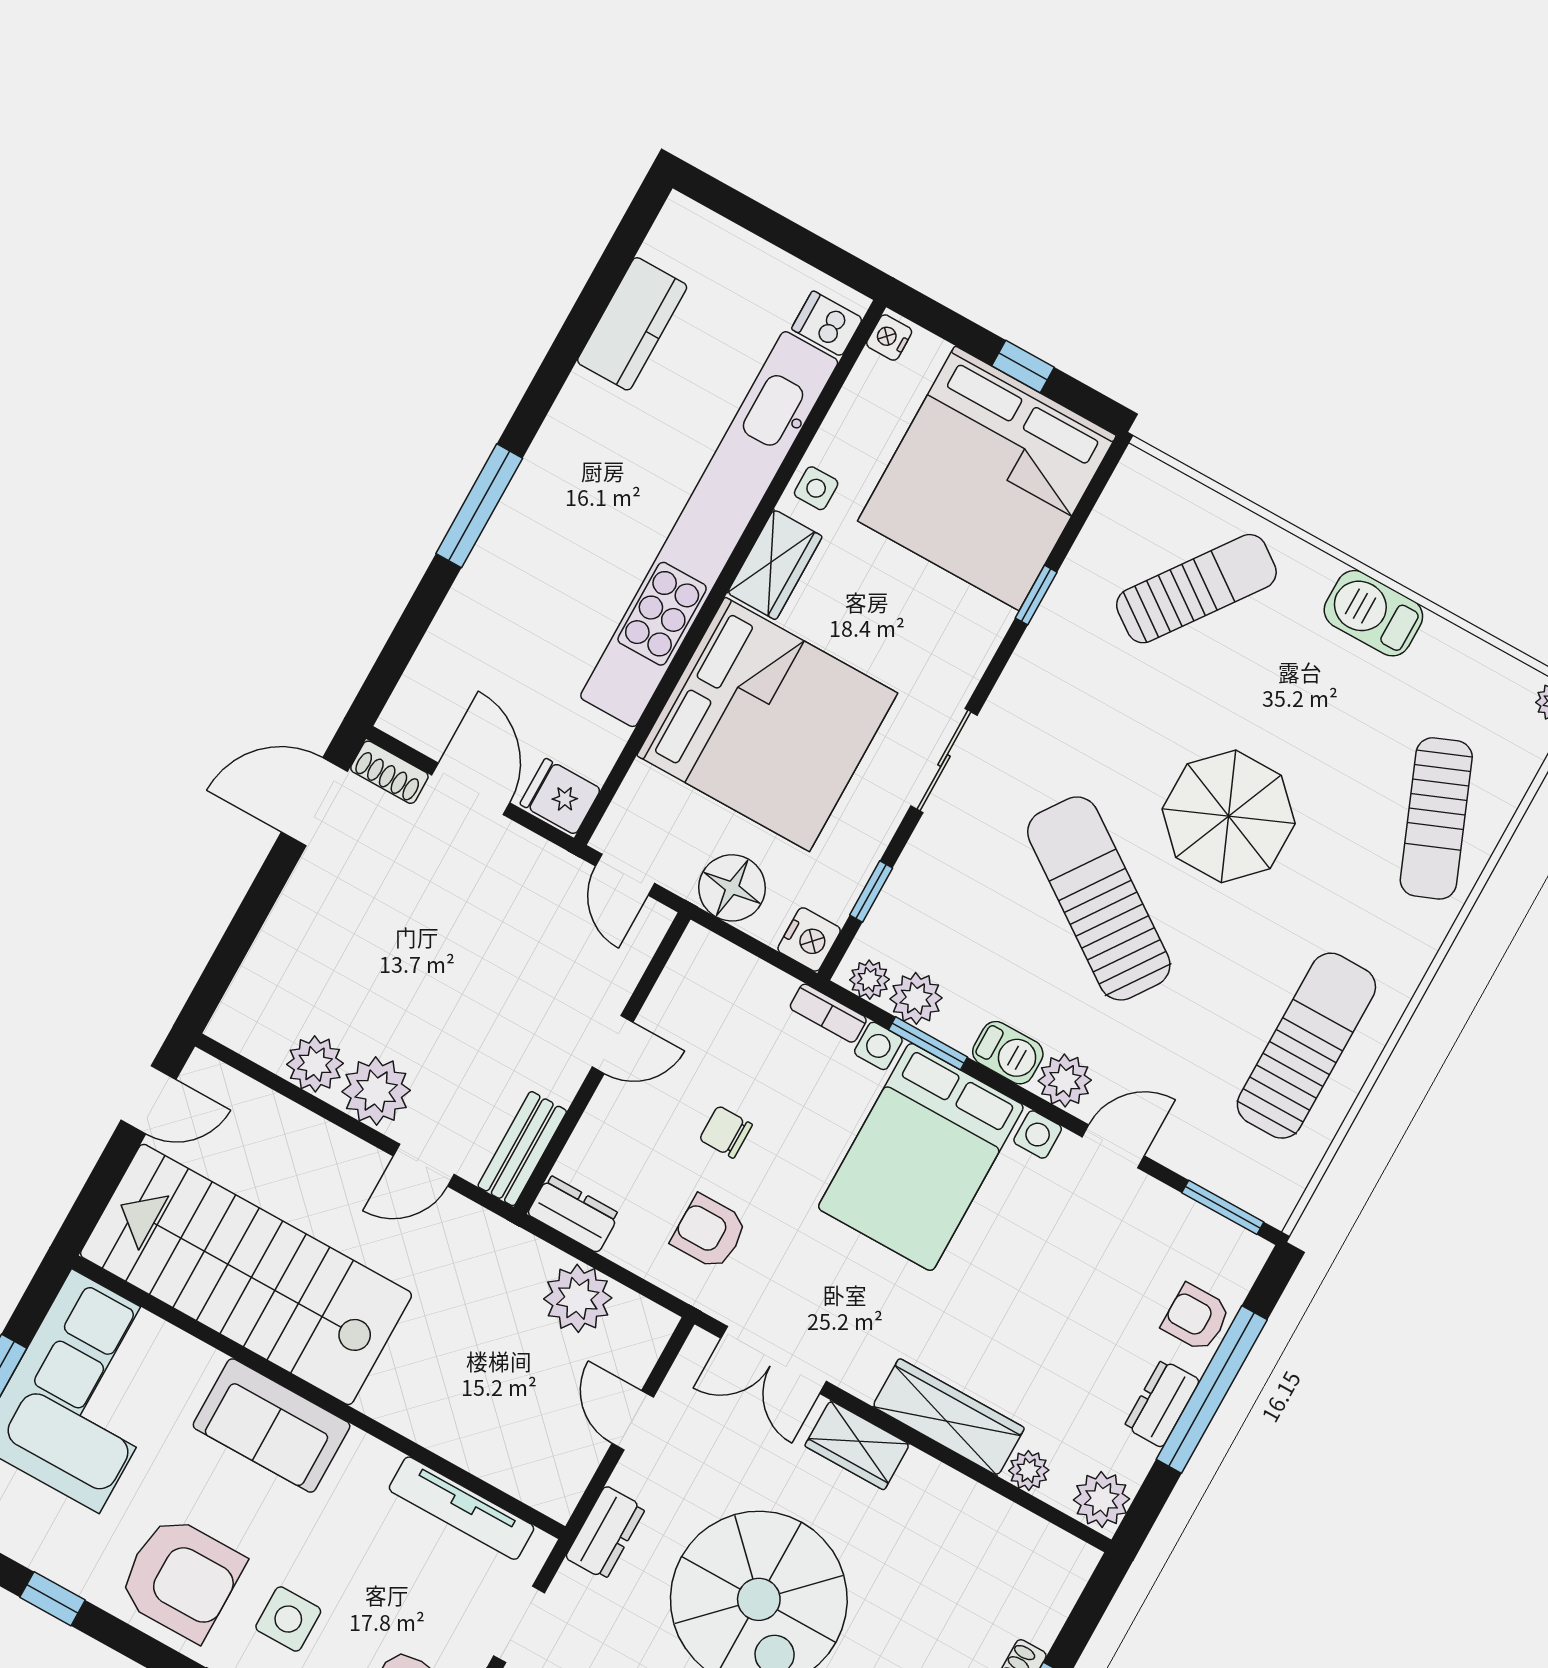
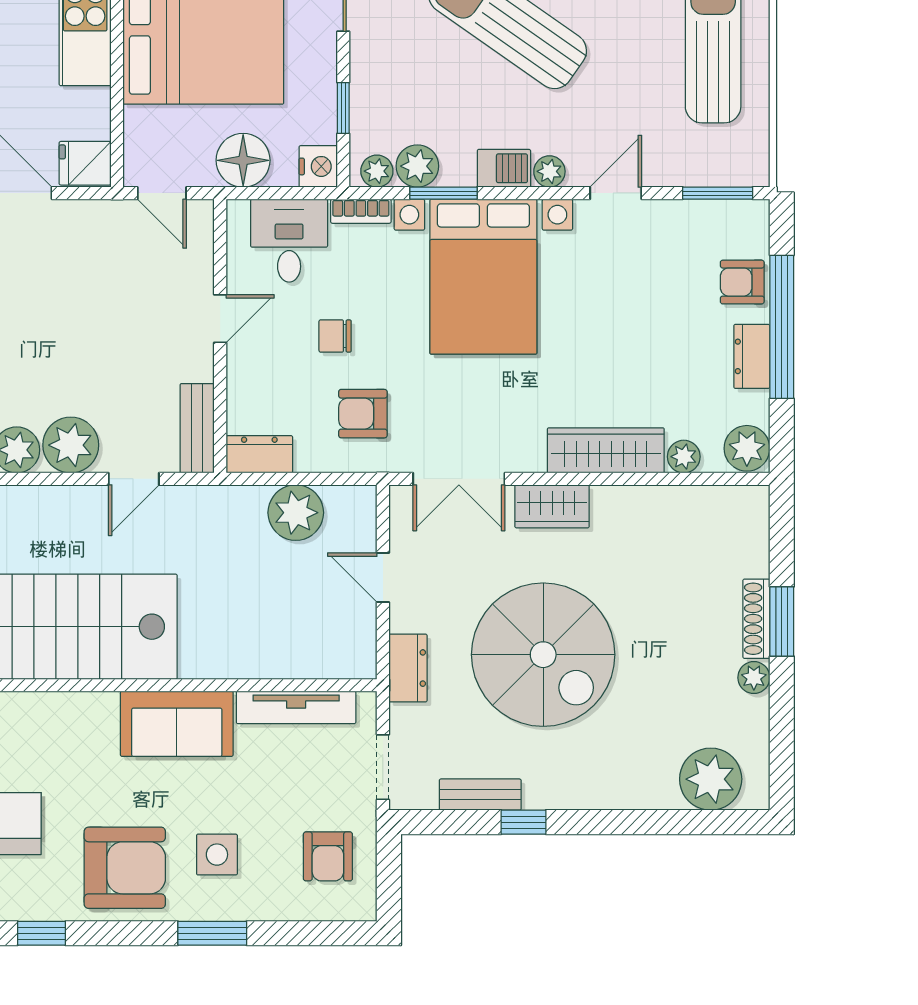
desk: (733, 1002) -> (289, 241), added
plant: (1065, 1081) -> (549, 171), width x0.73, depth x0.73
sofa: (272, 1425) -> (177, 724), moved

